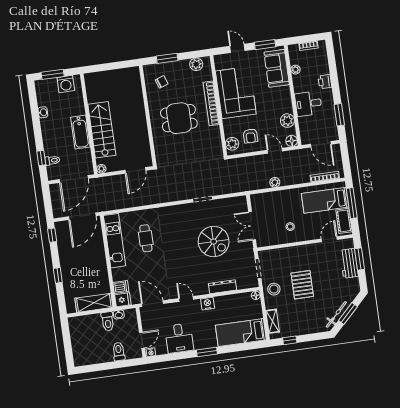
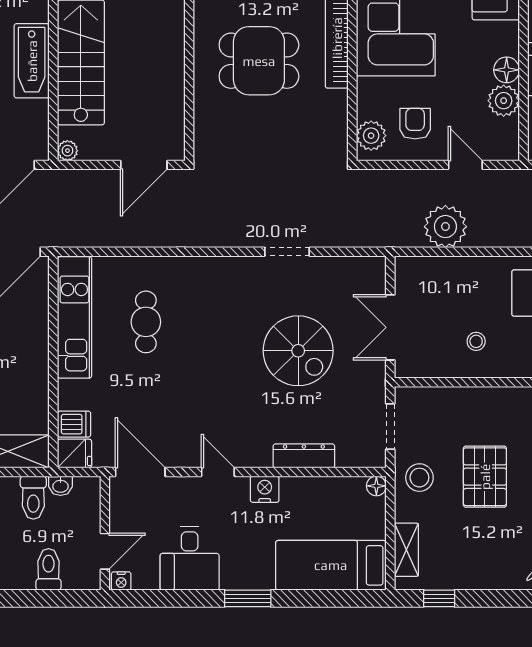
armchair: (250, 136) -> (415, 124), turned 180
floor lamp: (292, 141) -> (507, 70), moved
plant: (275, 182) -> (445, 227), width x1.88, depth x1.88

